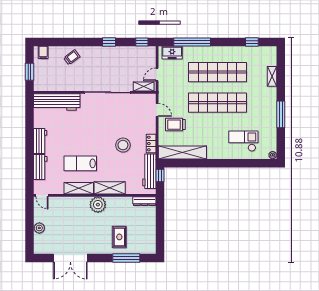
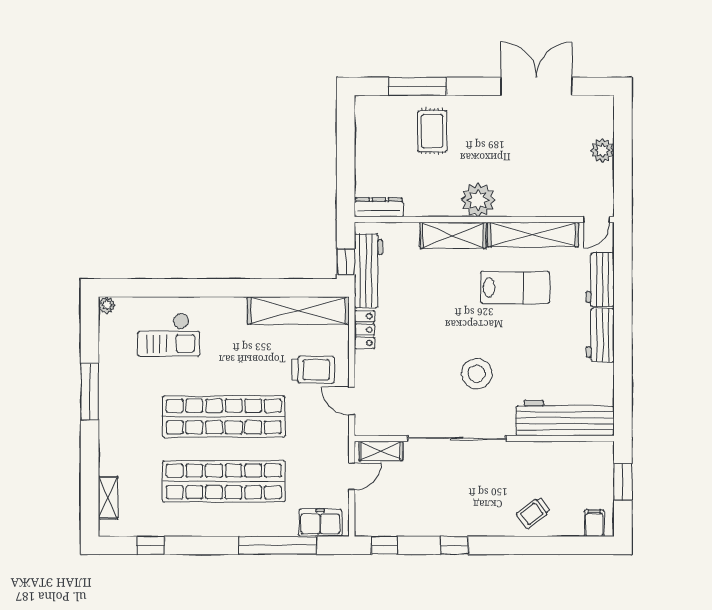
shelving: (272, 76) -> (108, 498), moved
stool: (123, 145) -> (477, 374), moved
shelving: (79, 188) -> (533, 235), width x1.47
door: (42, 195) -> (596, 220), swing flipped

